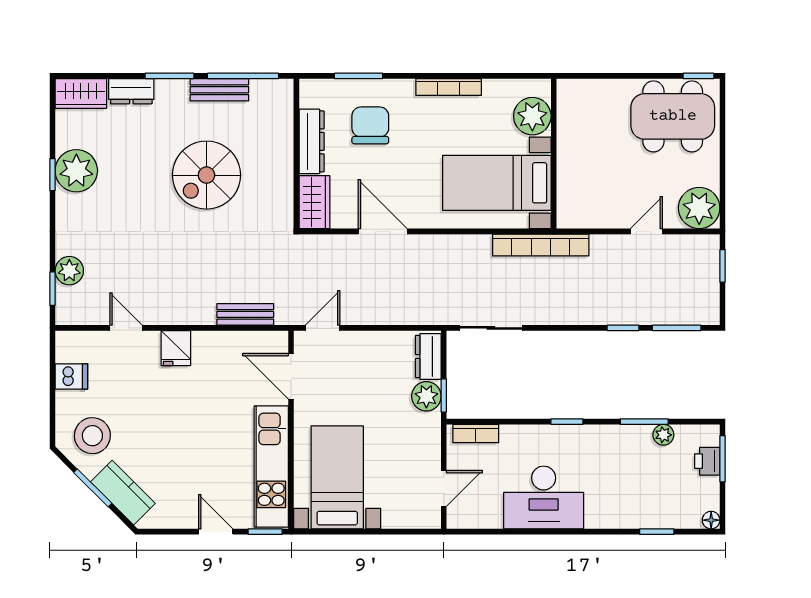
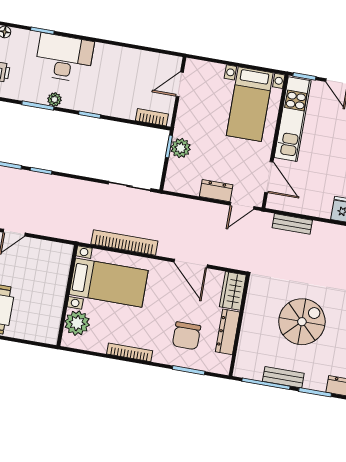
bookcase: (541, 245) -> (124, 242), moved
dresser: (428, 356) -> (216, 191), moved, turned -90
plant: (663, 435) -> (55, 99), moved
desk: (544, 498) -> (64, 58), moved

